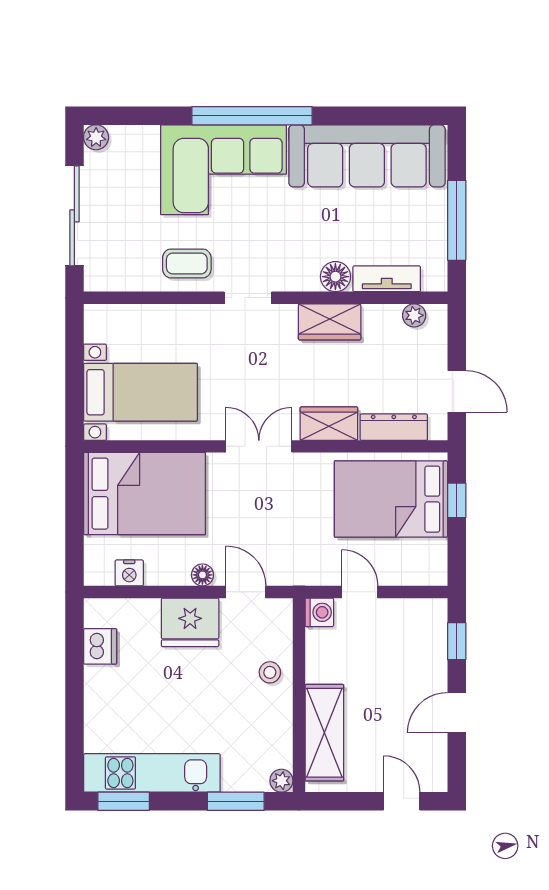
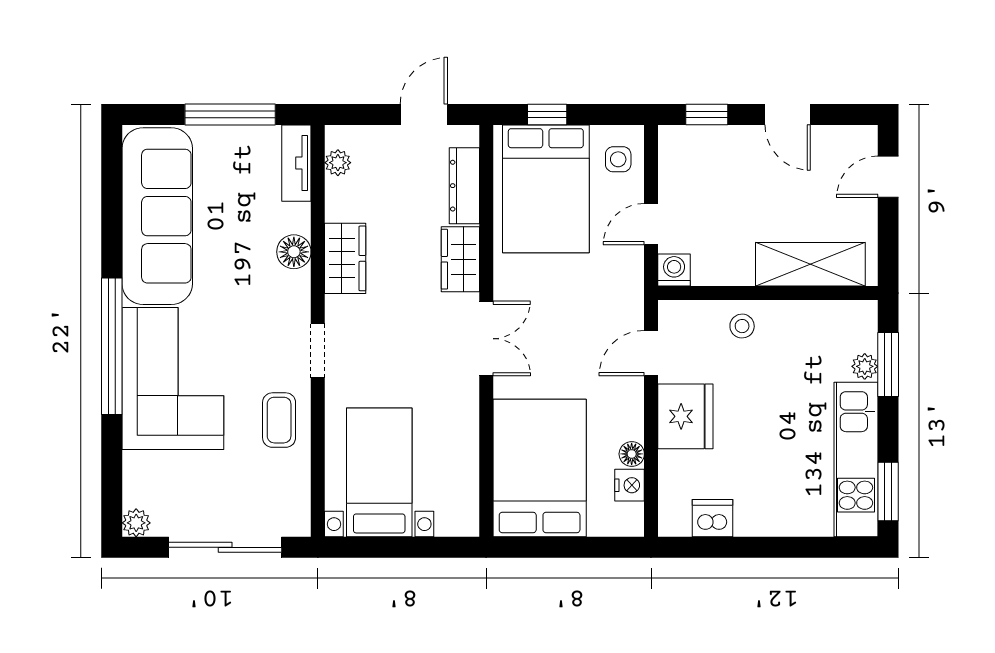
tv unit: (387, 279) -> (296, 163), moved
bed with nightstands: (141, 392) -> (379, 472), moved
double door: (259, 446) -> (486, 339), swing flipped
side table: (417, 563) -> (618, 159), added
floor lamp: (202, 575) -> (632, 454), moved
plant: (281, 781) -> (865, 366), moved

